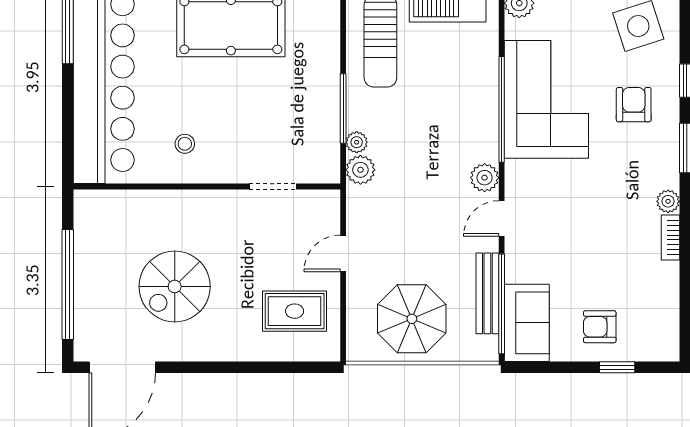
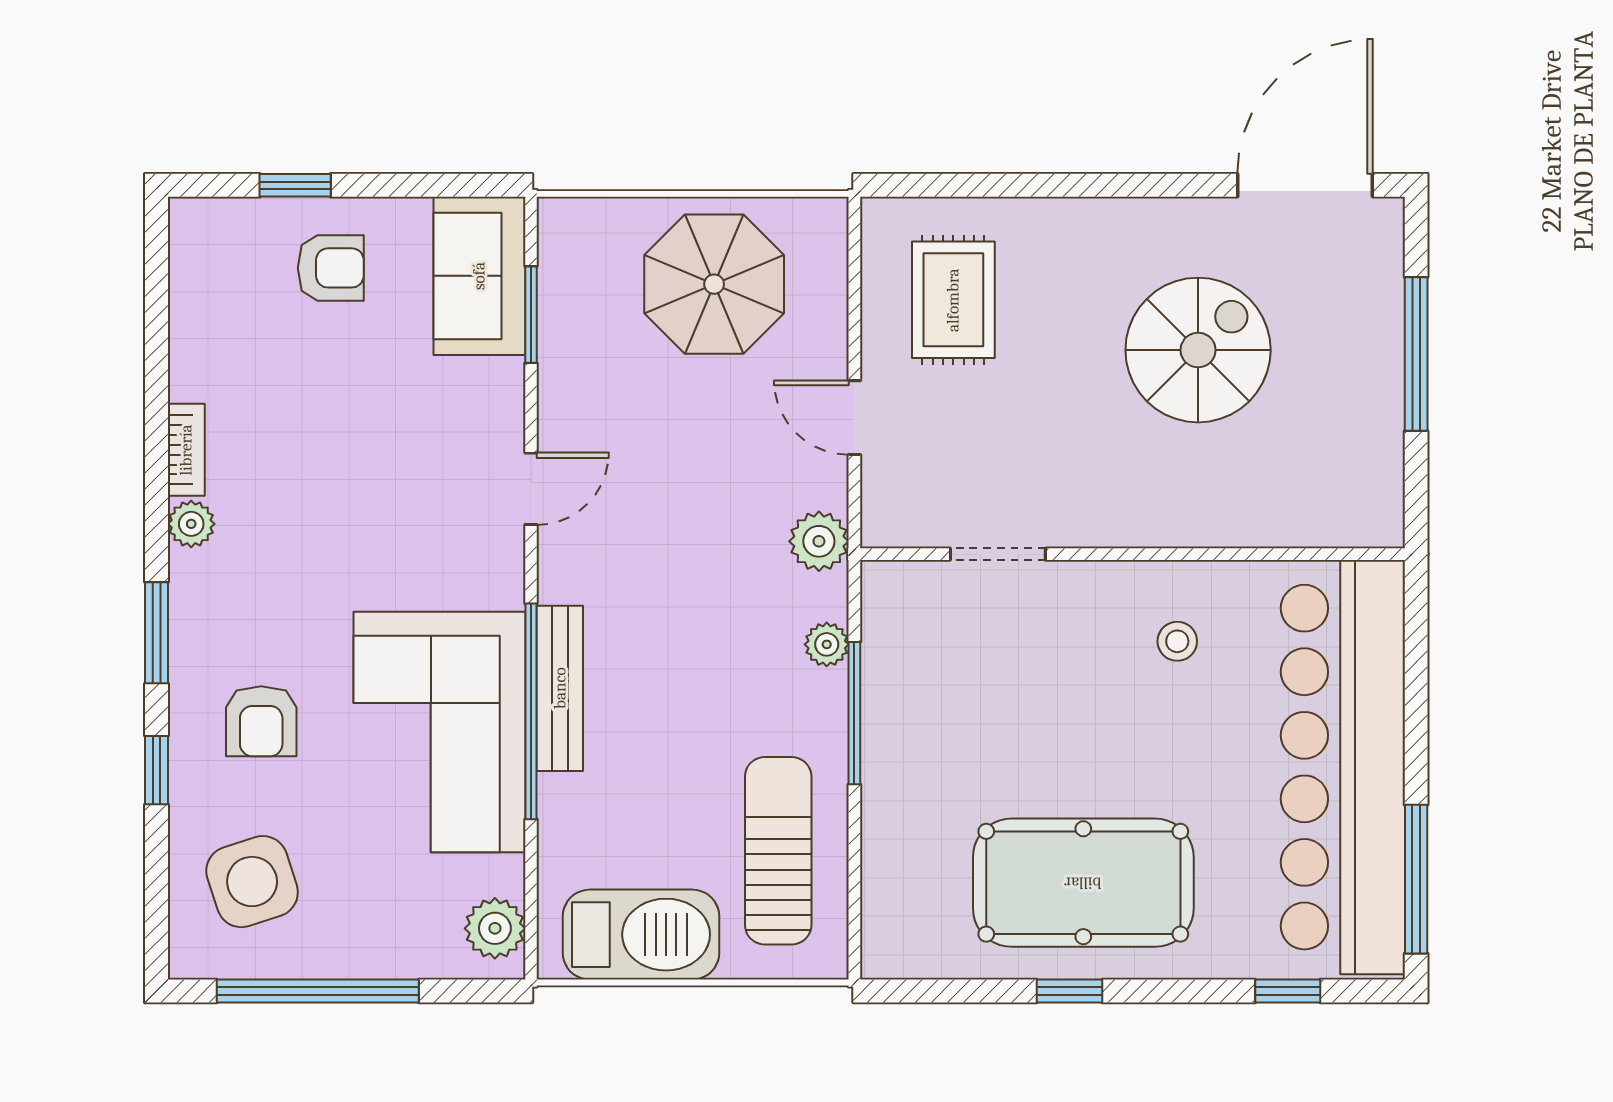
plant: (360, 170) -> (819, 541), moved
plant: (485, 178) -> (566, 572), removed
door: (343, 253) -> (854, 418), swing flipped
window: (68, 285) -> (1416, 354), width x0.68
bench: (487, 293) -> (560, 688), moved
window: (502, 304) -> (531, 315), width x0.47
rug: (295, 311) -> (953, 300), turned 90

